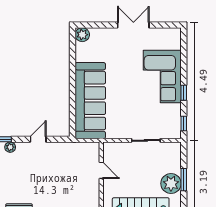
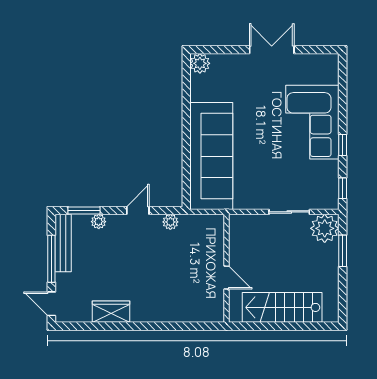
plant: (61, 147) -> (170, 222), added
door: (101, 170) -> (227, 277), moved
window: (184, 180) -> (343, 251), moved
plant: (171, 184) -> (325, 228), moved

